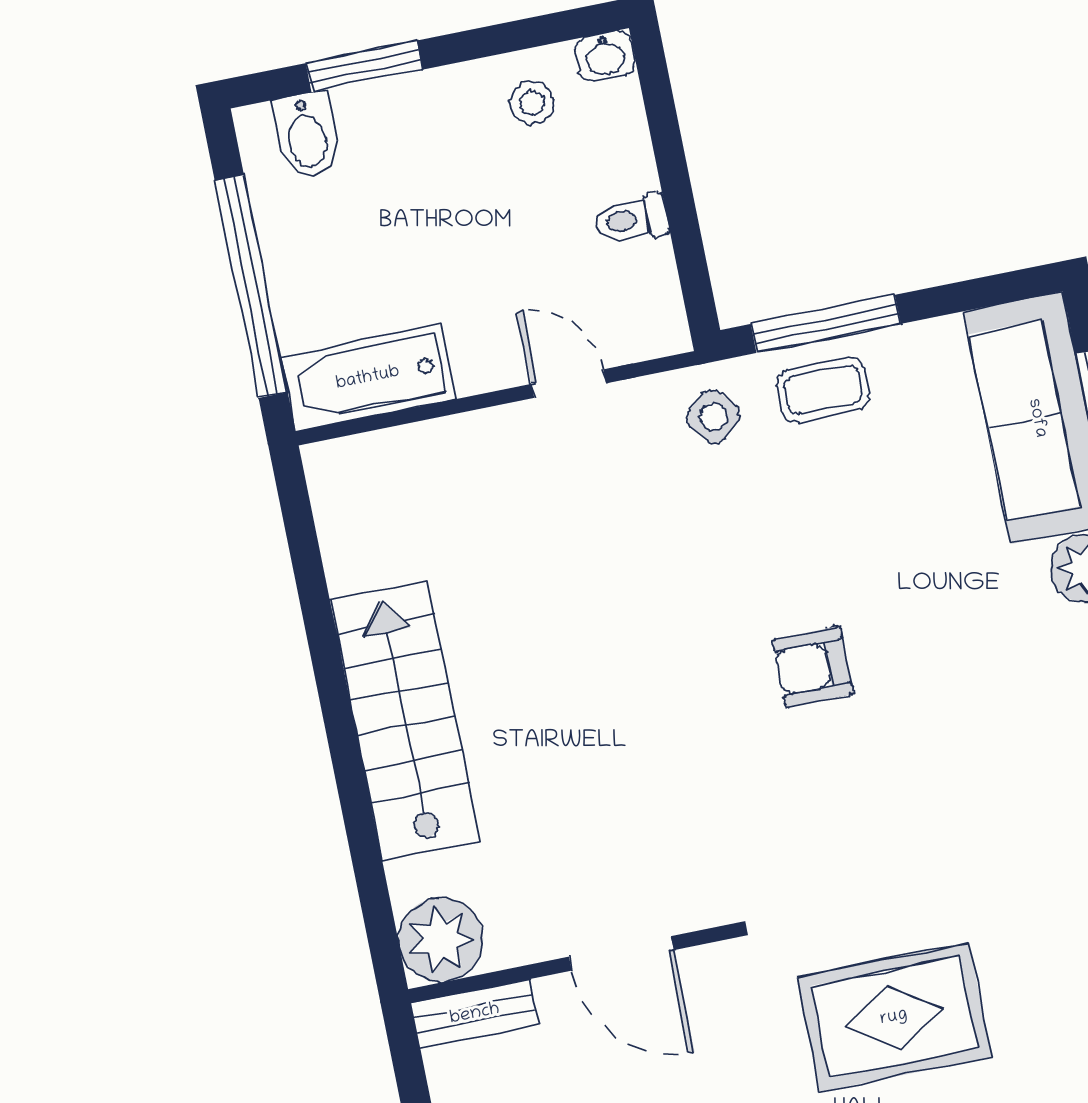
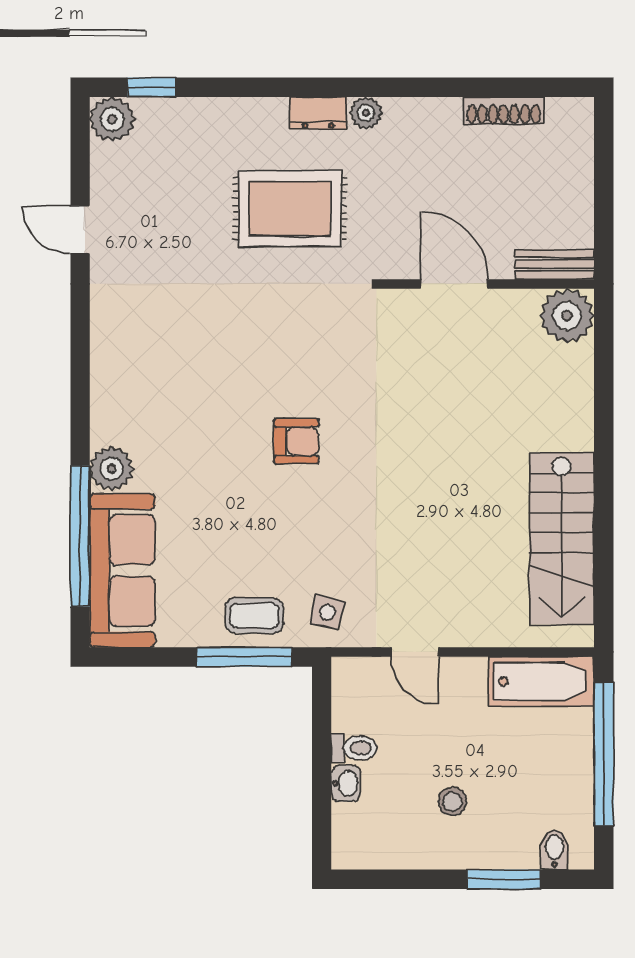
washbasin: (605, 56) -> (346, 783), moved, turned 90
stool: (532, 103) -> (452, 802), moved
bidet: (307, 136) -> (555, 850), width x0.72, depth x0.74
side table: (713, 417) -> (327, 613), turned -38
stairs: (405, 721) -> (562, 539), moved

